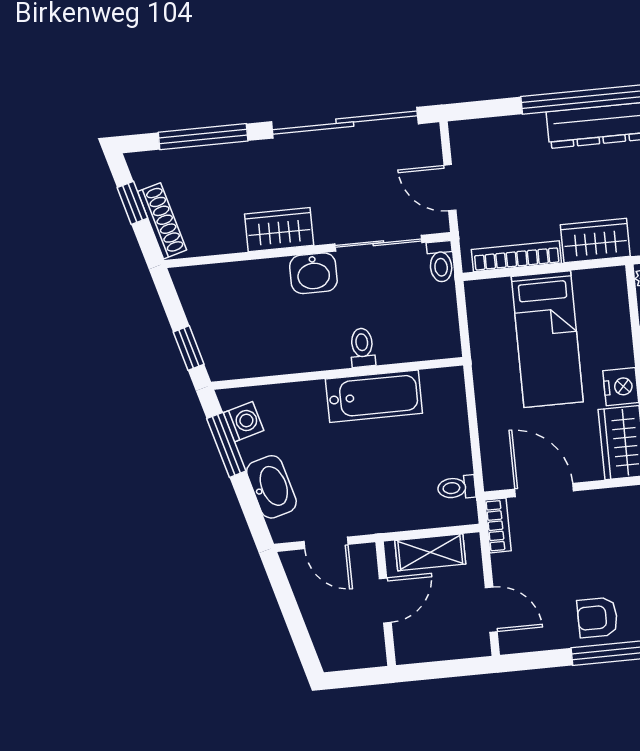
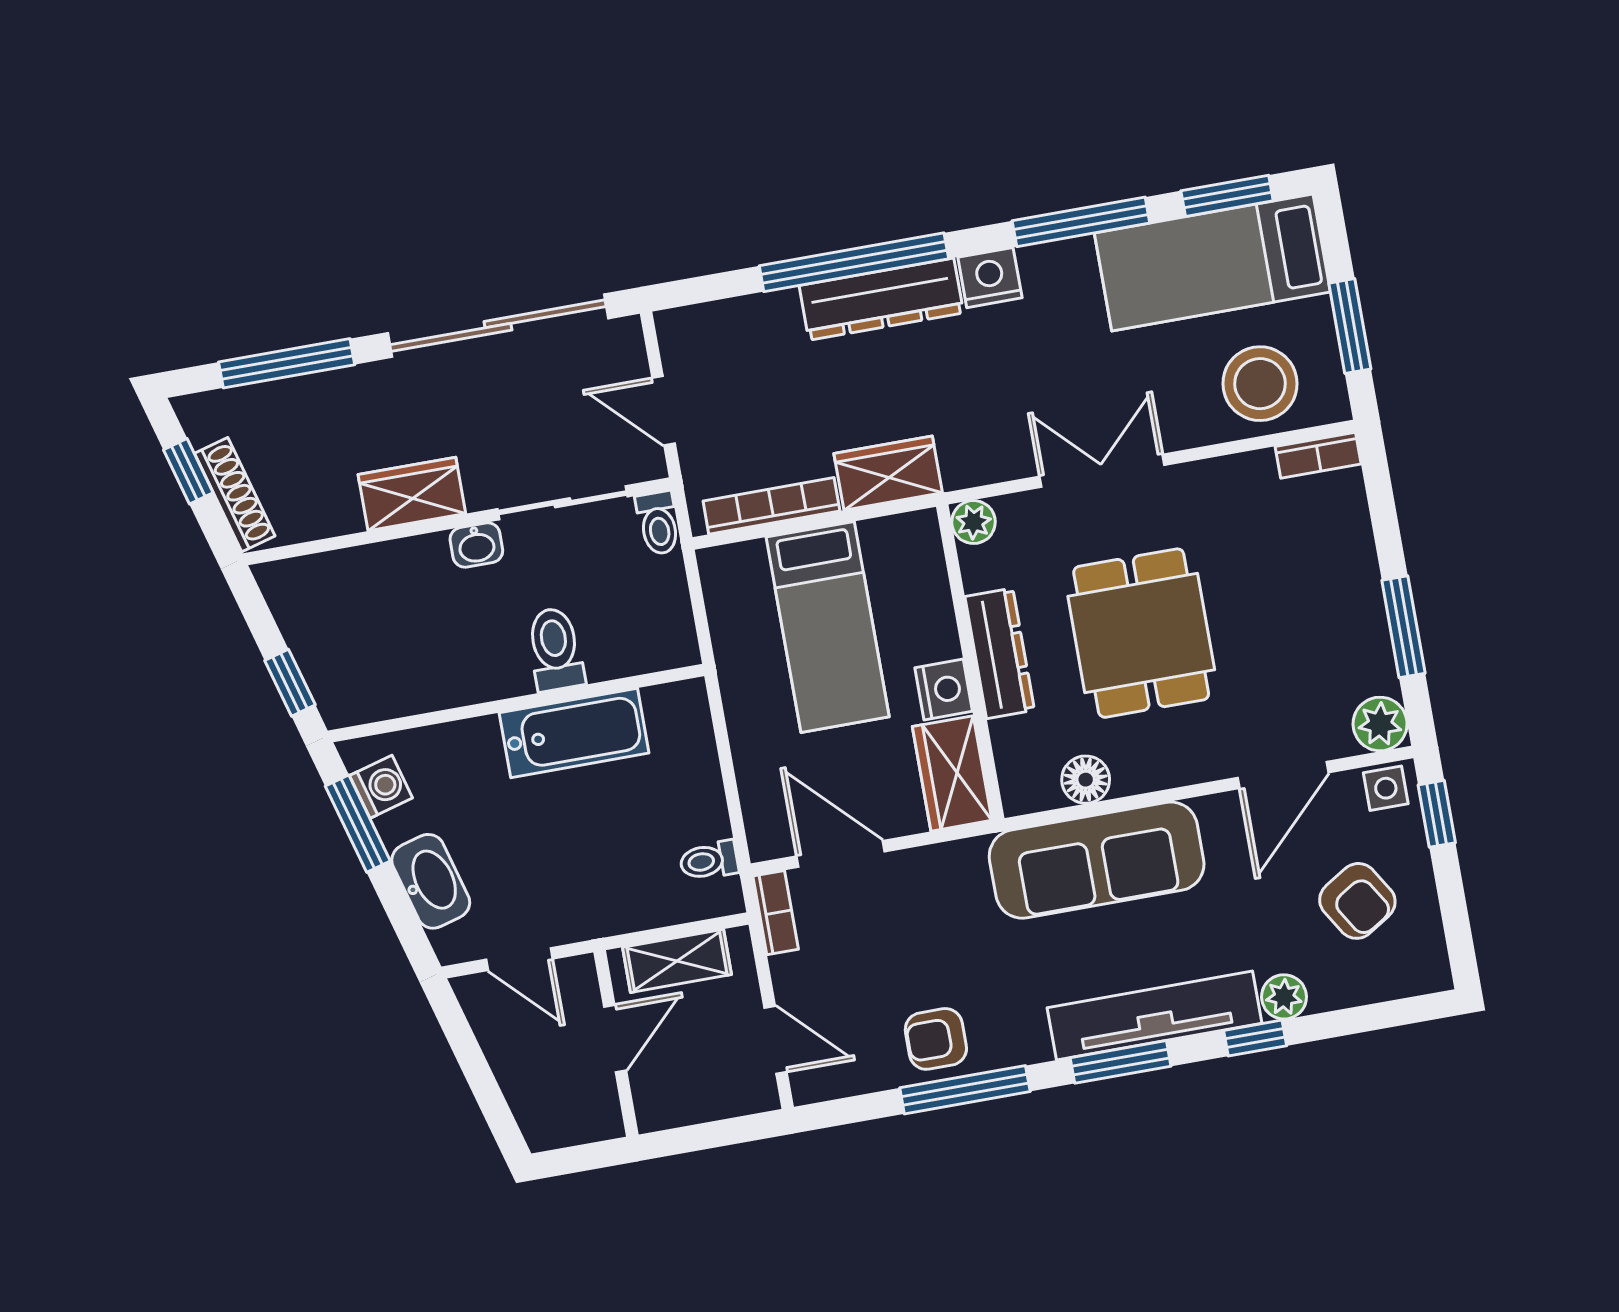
washbasin: (313, 273) -> (476, 545), width x0.72, depth x0.69
toilet: (362, 348) -> (555, 649), width x1.37, depth x1.39

